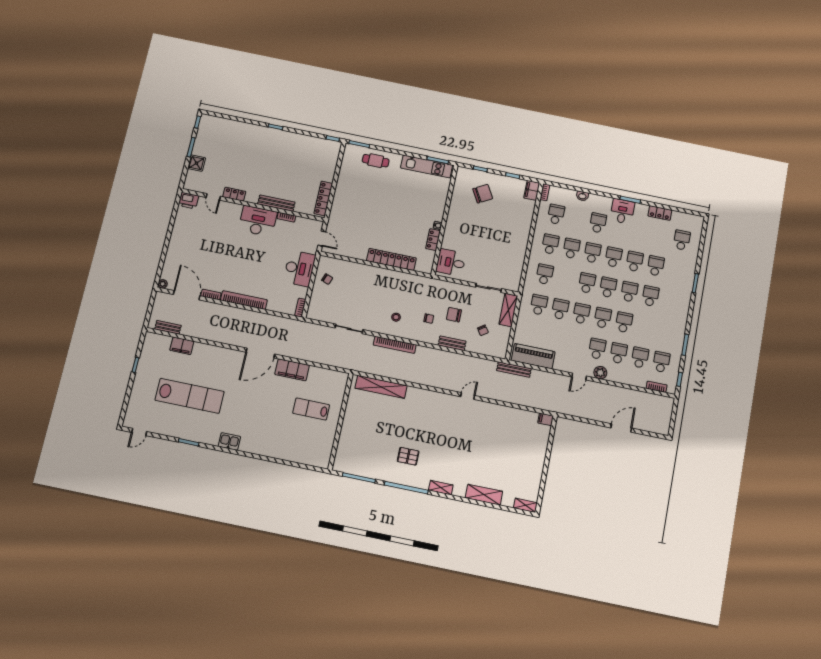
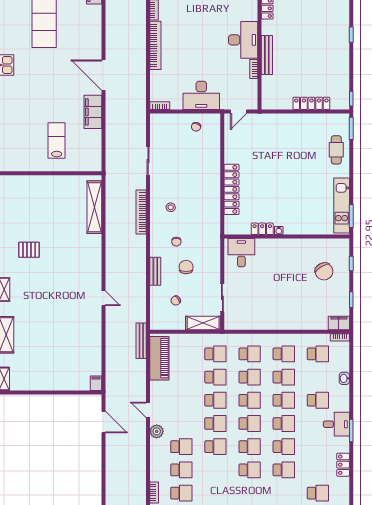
locker: (323, 198) -> (311, 103), moved
school desk: (597, 349) -> (250, 377), moved
door: (621, 428) -> (103, 422), moved
pallet: (408, 456) -> (29, 250), turned 90

